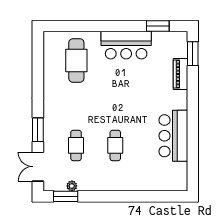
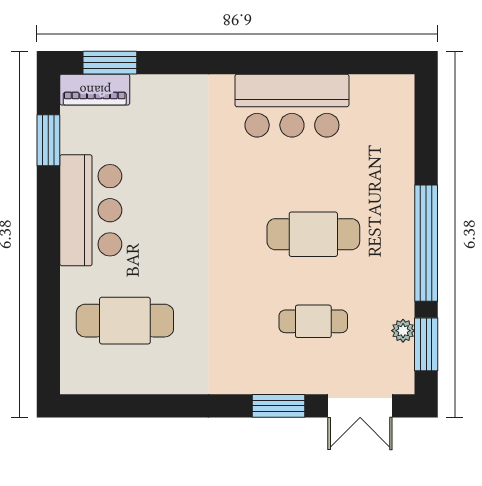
piano: (181, 74) -> (95, 90), moved
cafe table: (115, 145) -> (313, 234), width x1.37, depth x1.35
window: (111, 196) -> (426, 243), added

